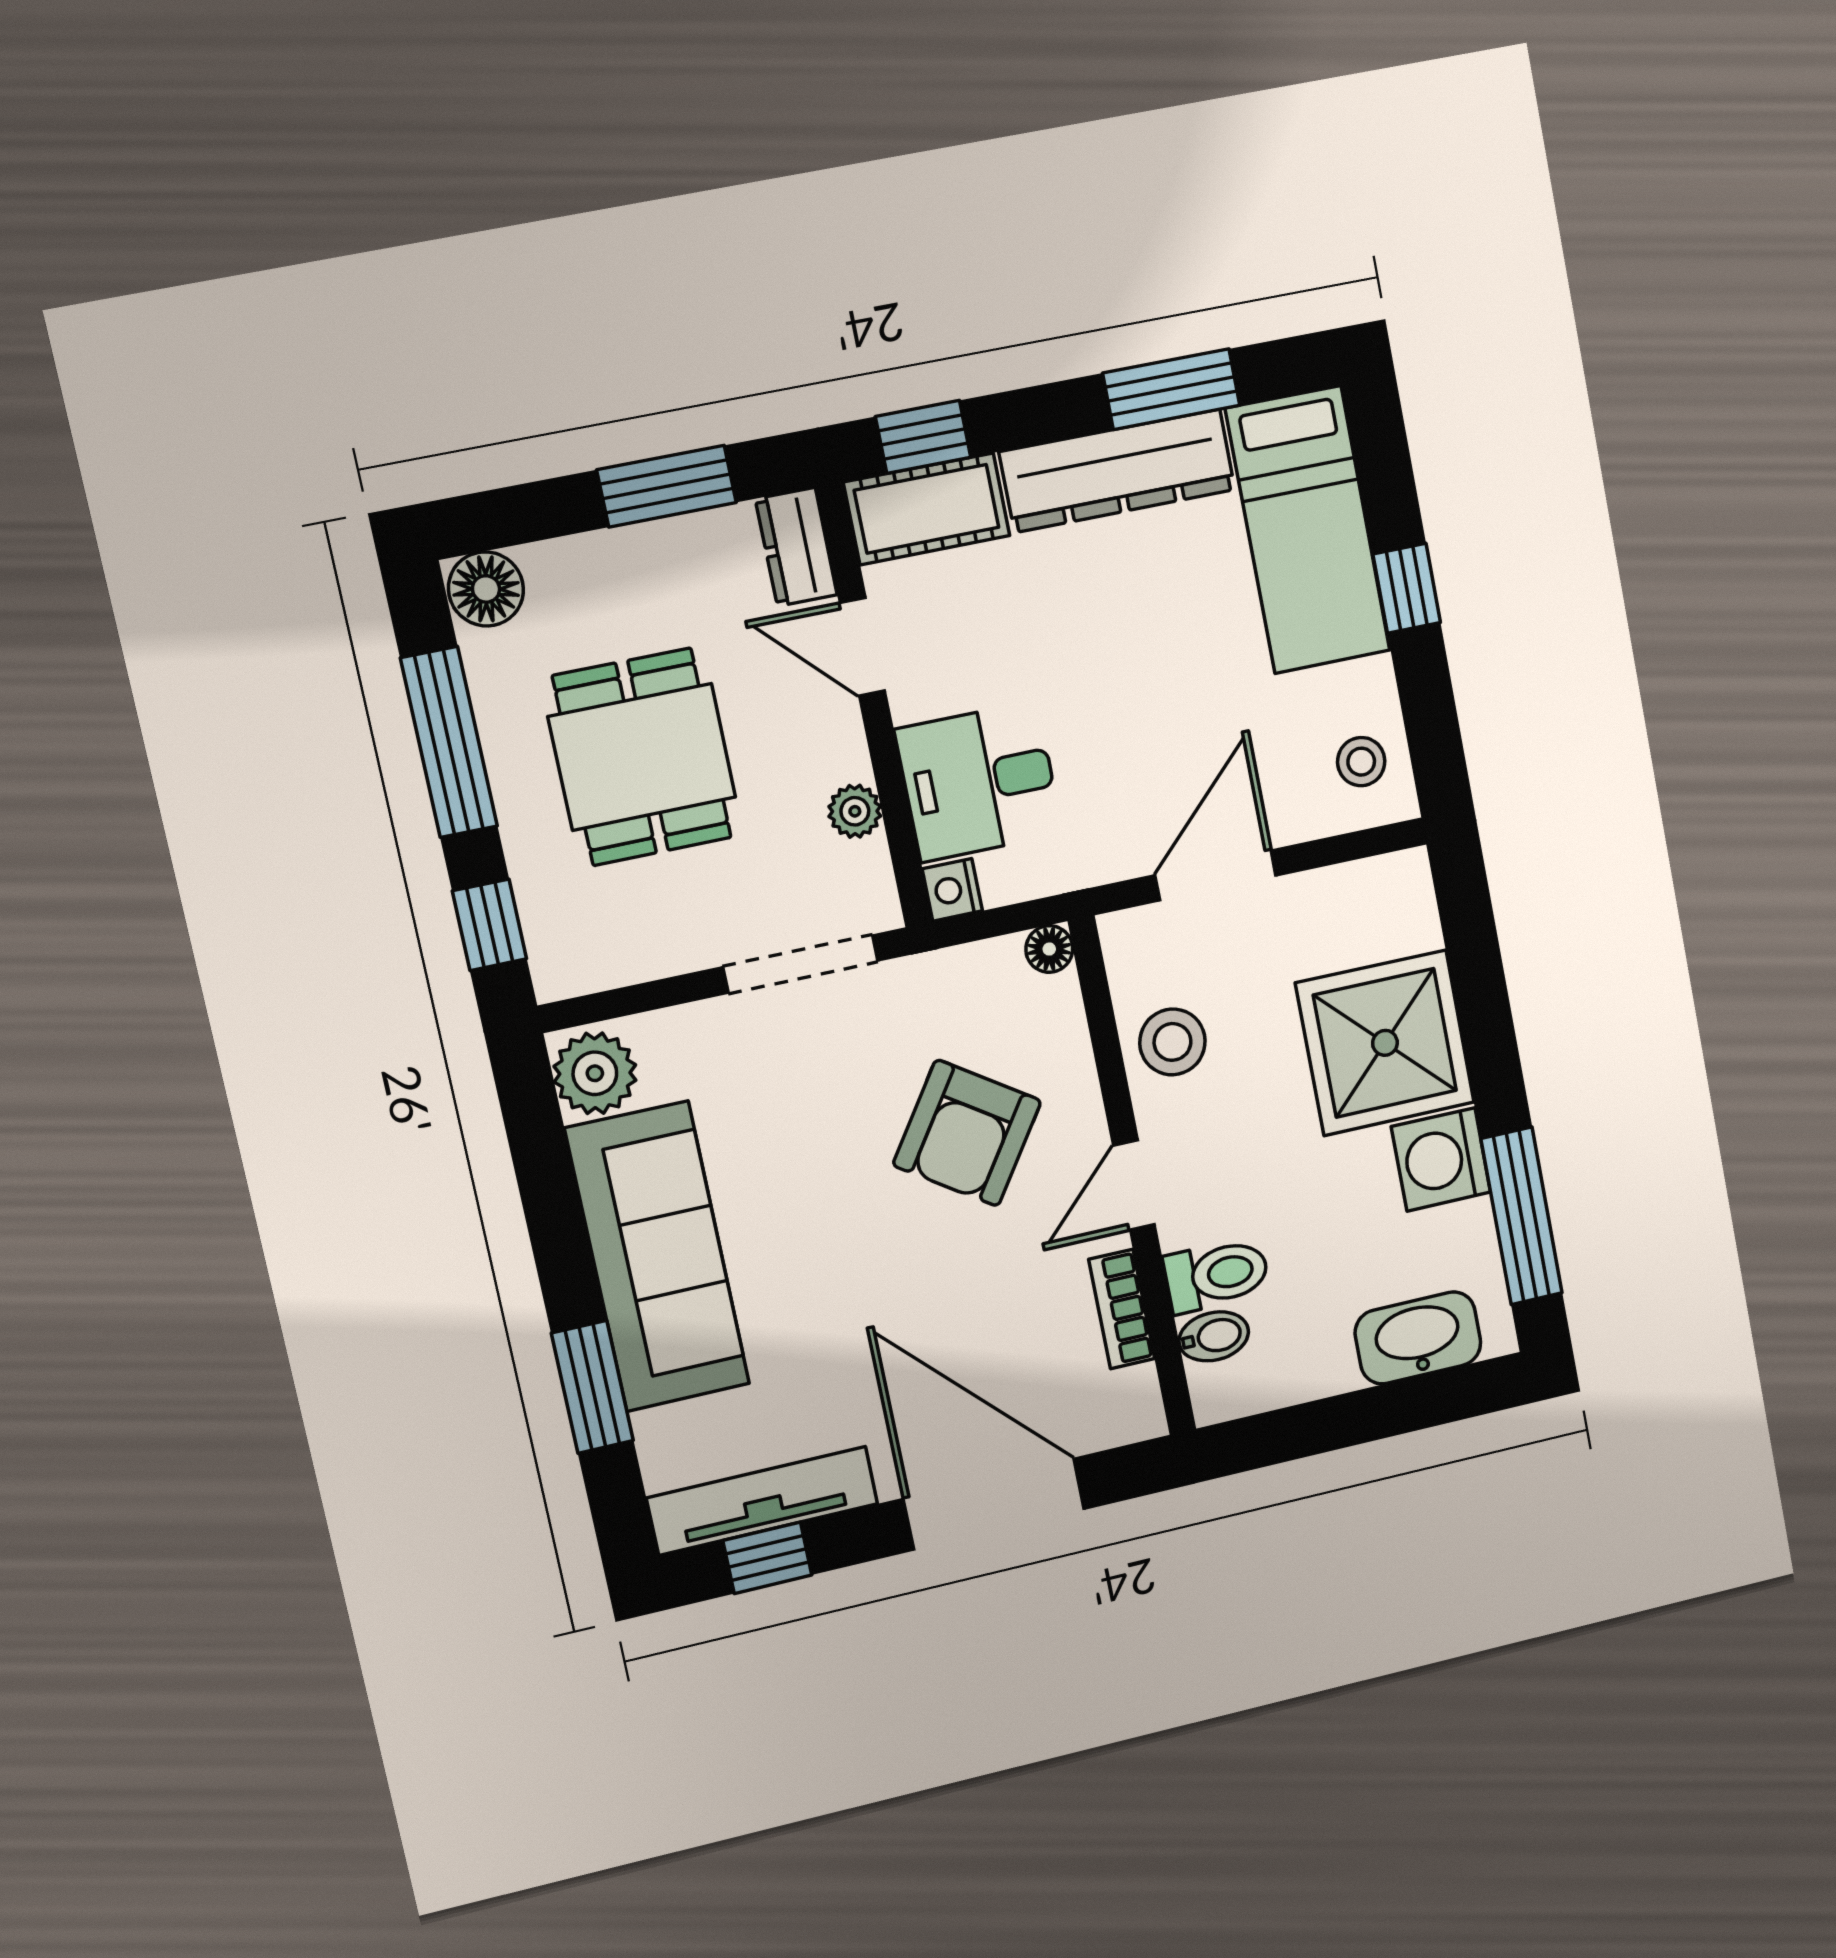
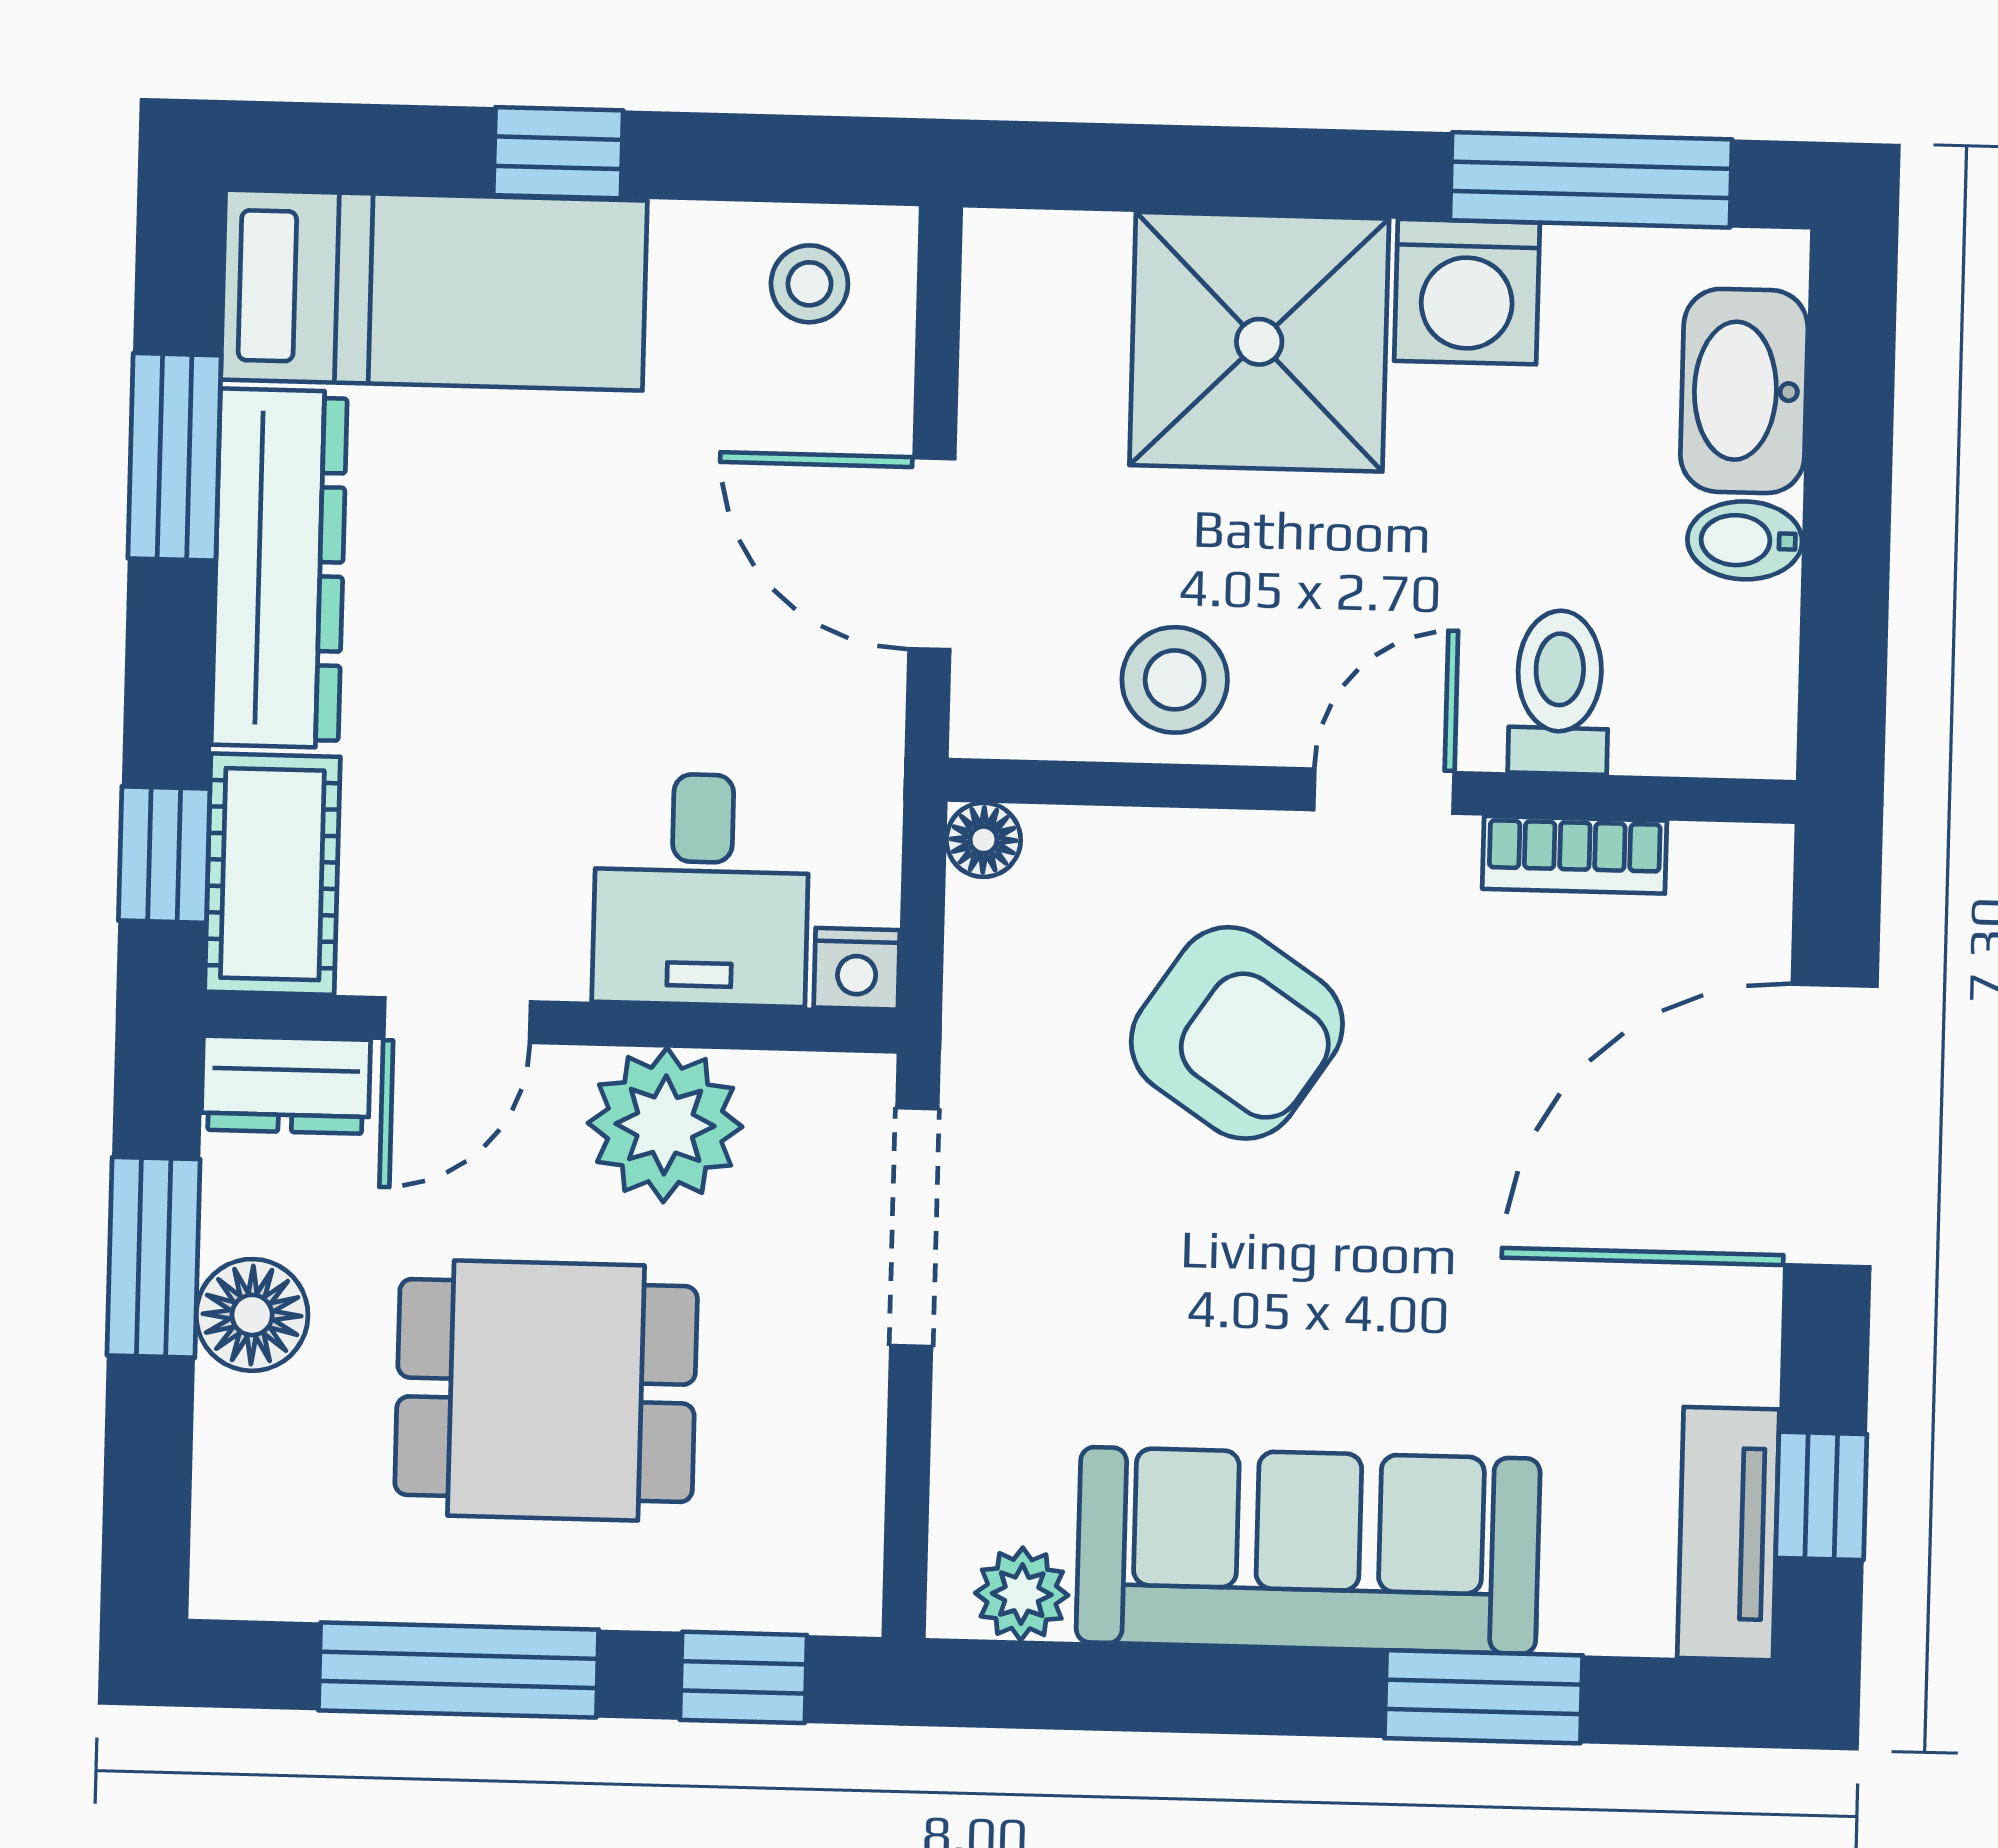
floor lamp: (486, 589) -> (252, 1315), moved
plant: (855, 811) -> (665, 1125), width x1.88, depth x1.88
plant: (595, 1073) -> (1022, 1594), width x0.73, depth x0.73
door: (1134, 1185) -> (1384, 791), swing flipped
bidet: (1214, 1336) -> (1745, 540), moved, turned -90
tv unit: (762, 1501) -> (1728, 1534), width x0.71

